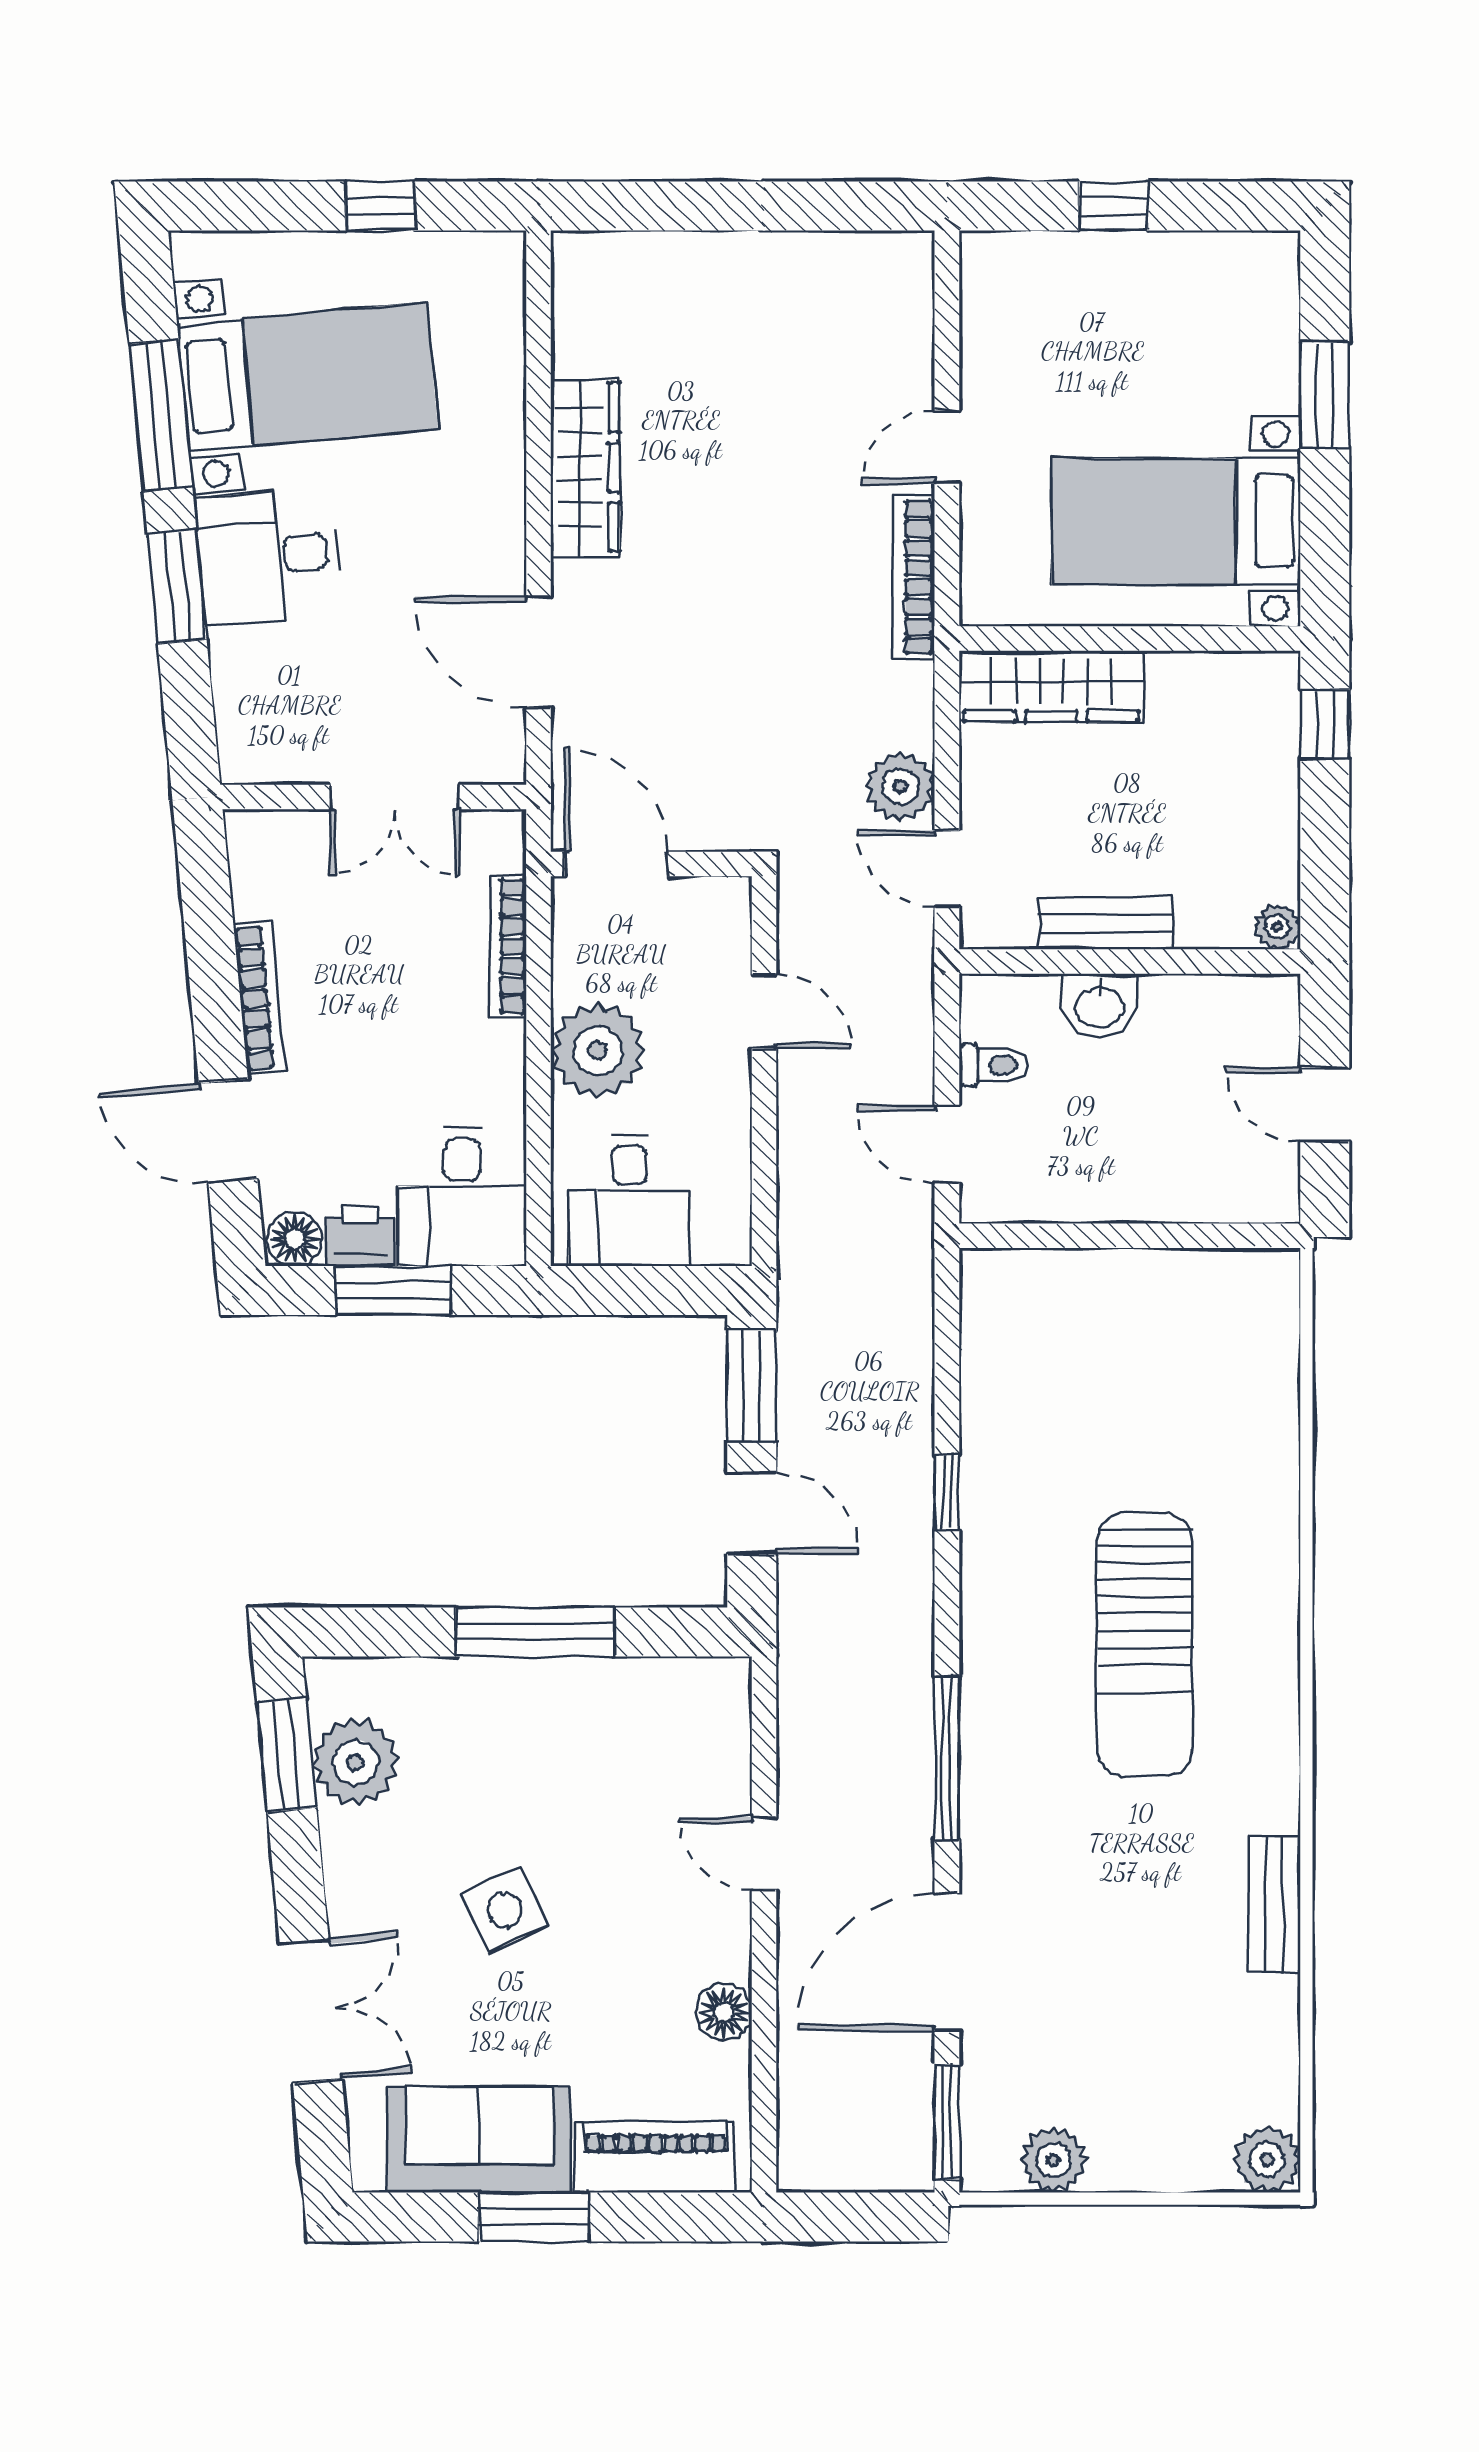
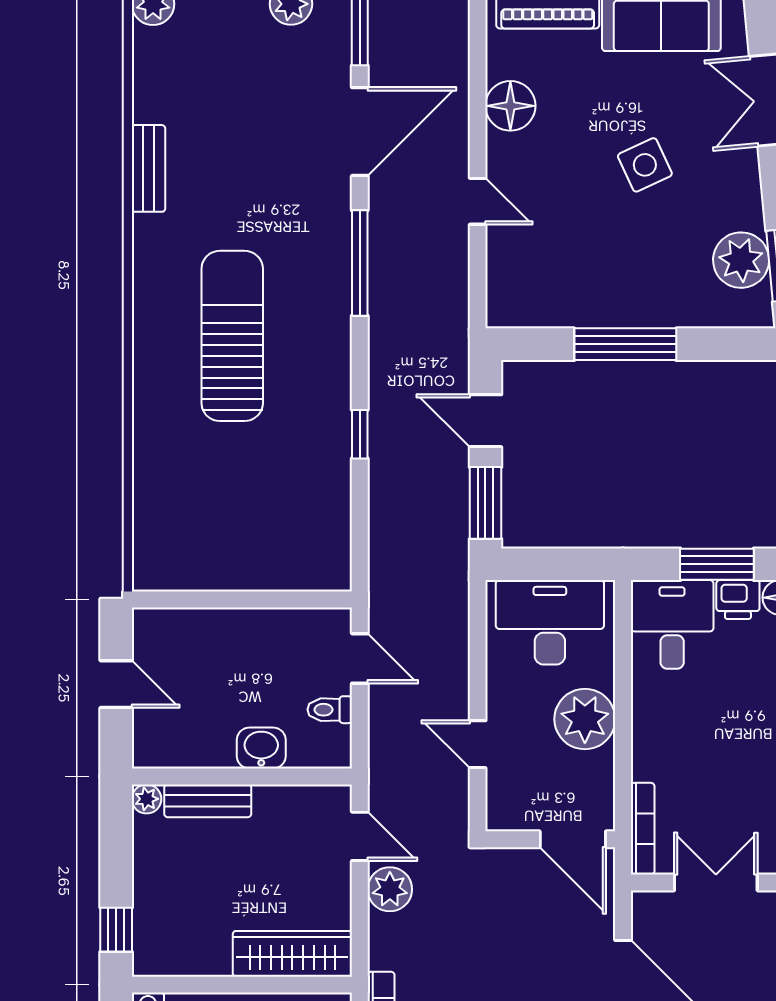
bench: (1106, 924) -> (208, 801), moved
bookcase: (508, 946) -> (643, 829), moved
desk: (629, 1200) -> (550, 622), width x1.37
floor lamp: (724, 2012) -> (510, 106), width x1.38, depth x1.38

